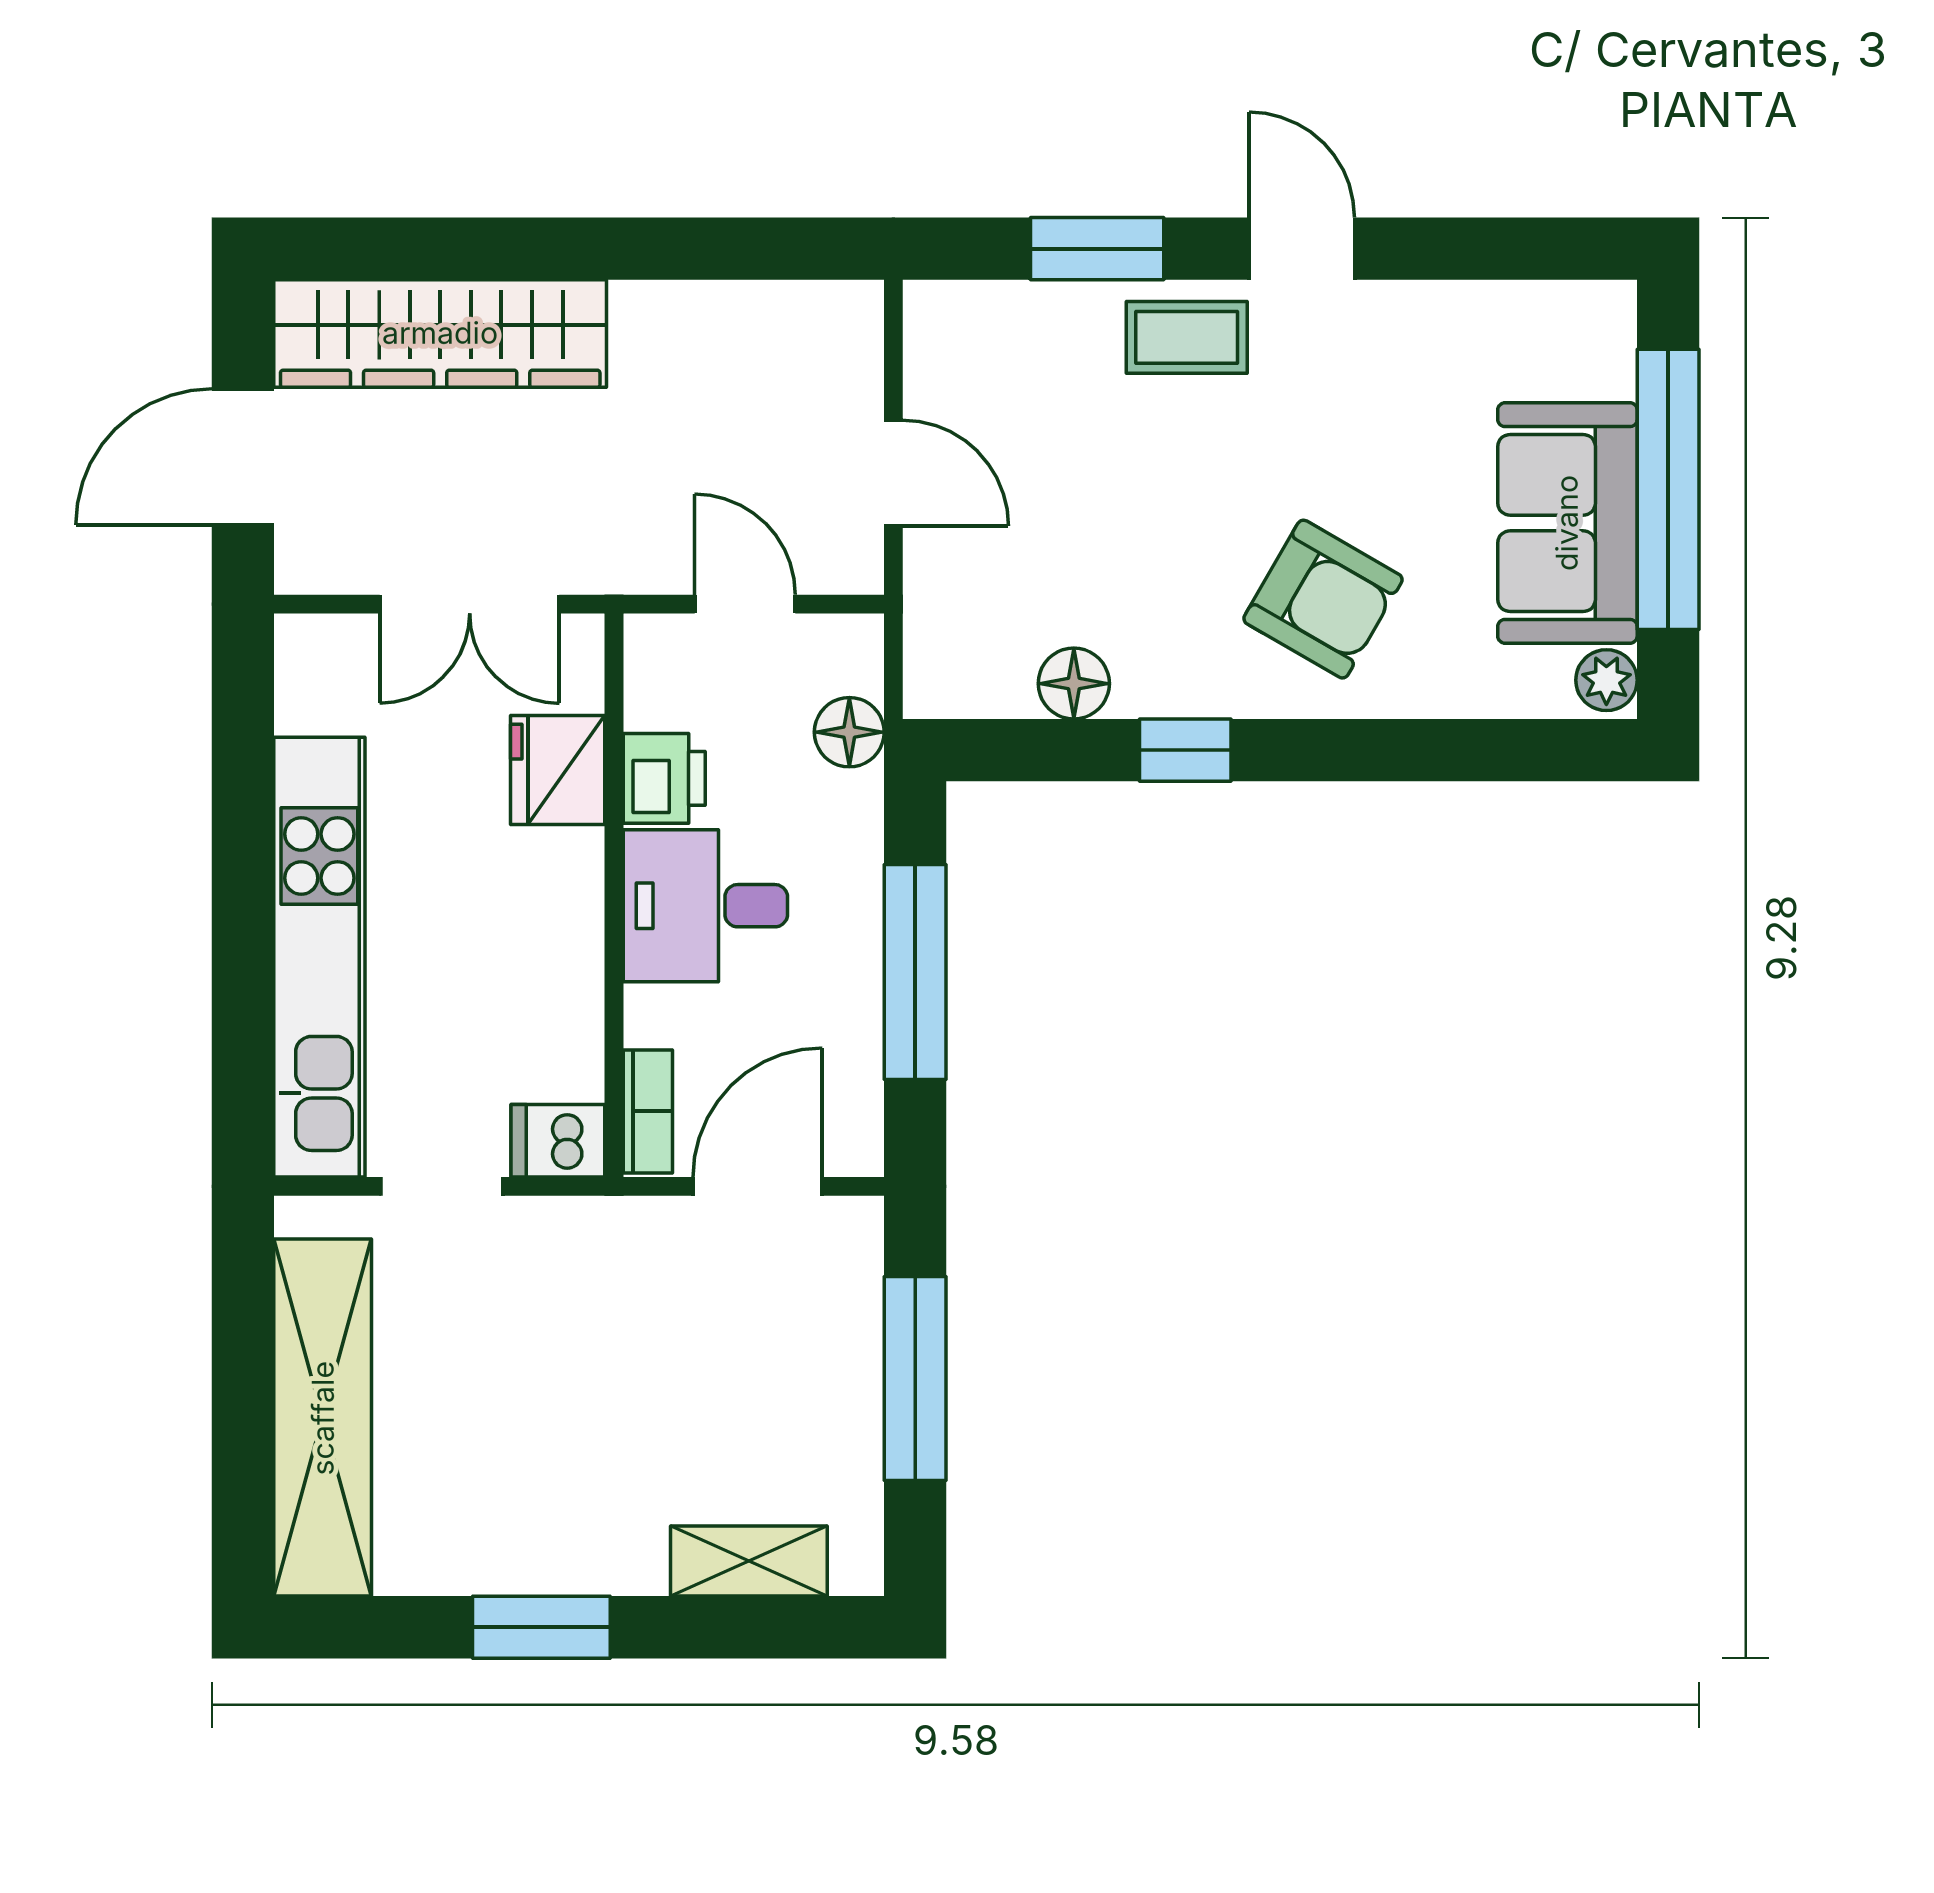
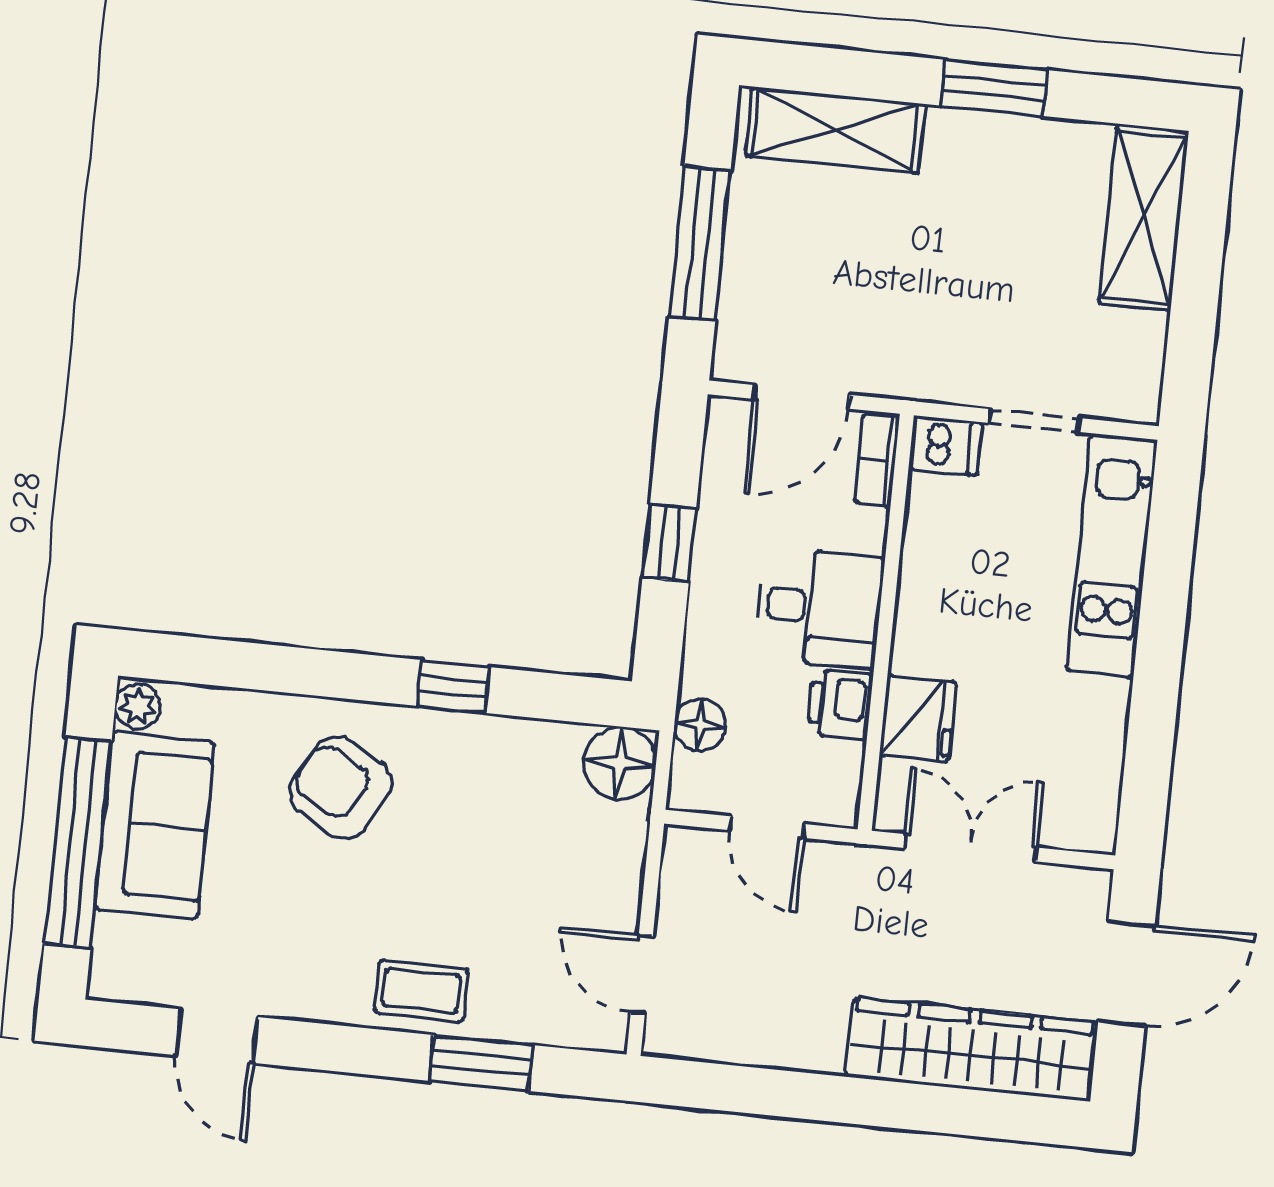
door: (1302, 249) -> (217, 1036), moved
door: (893, 473) -> (642, 975), moved
floor lamp: (1074, 684) -> (620, 763), moved, width x1.38, depth x1.38
kitchen unit: (319, 957) -> (1112, 555), width x0.73
window: (915, 972) -> (669, 543), width x0.46
shelving: (323, 1418) -> (1144, 217), width x0.68
shelving: (749, 1561) -> (835, 130), width x1.50, depth x1.33

